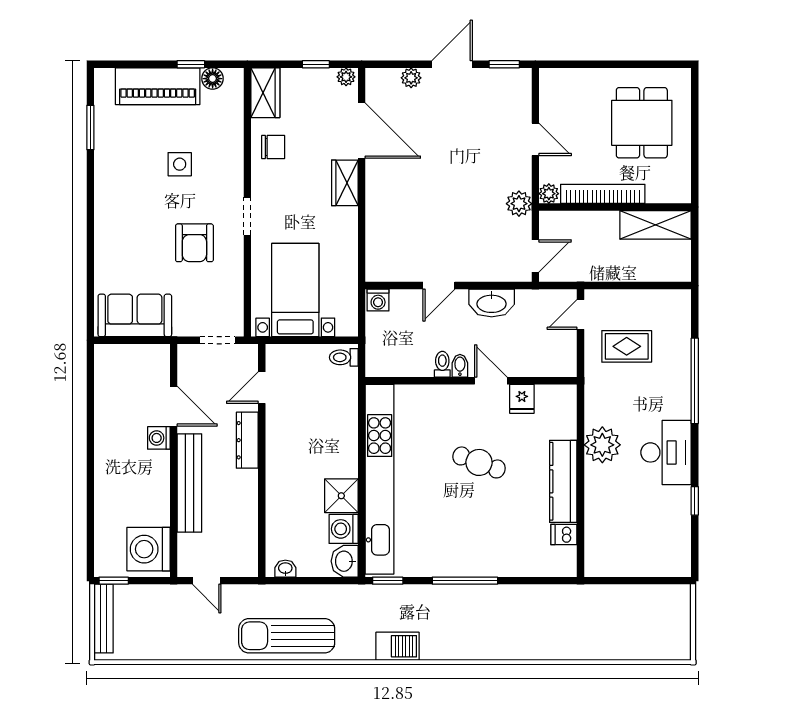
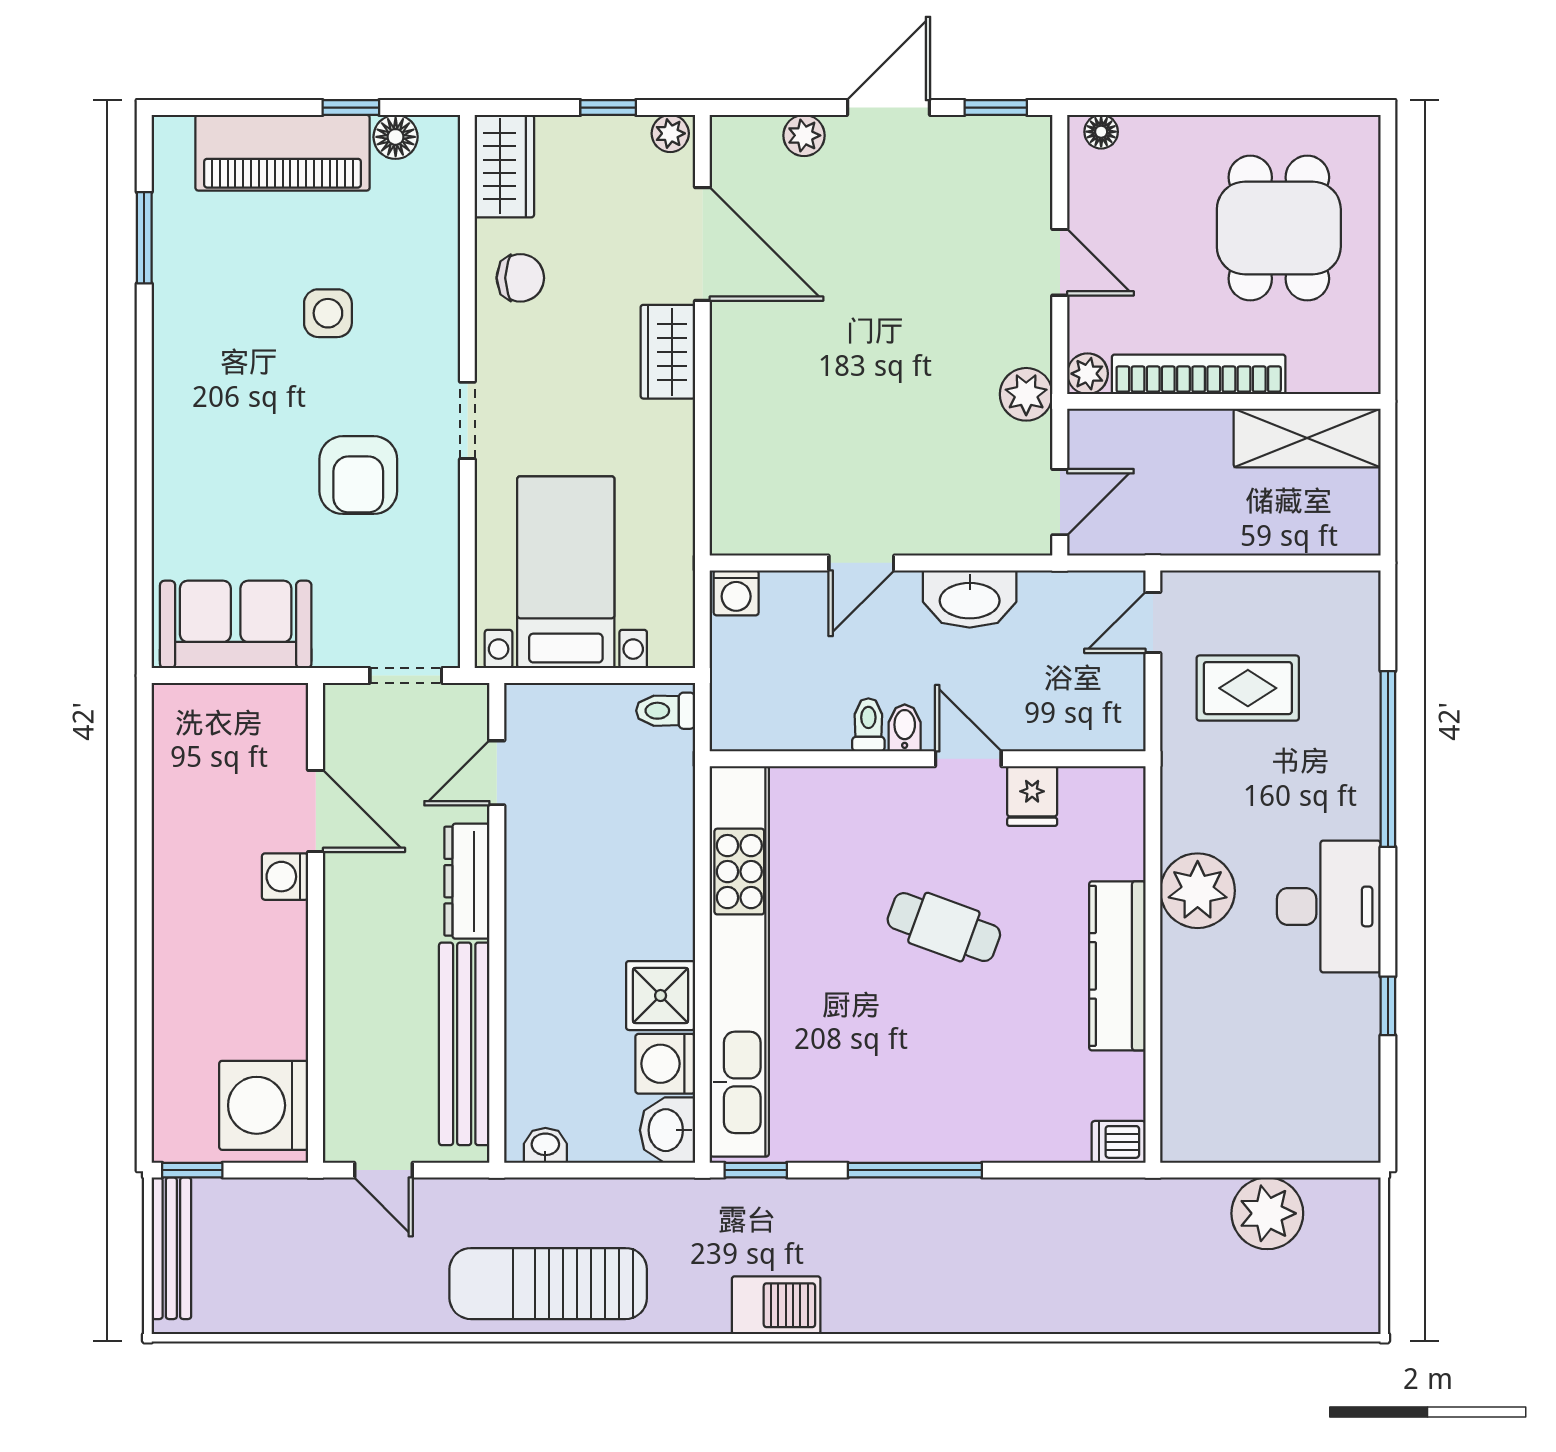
floor lamp: (555, 76) -> (1101, 132), added
bench: (189, 483) -> (464, 1044), moved
dishwasher: (564, 534) -> (1119, 1142), moved
plant: (636, 602) -> (1267, 1213), added

